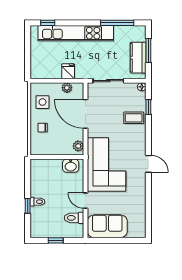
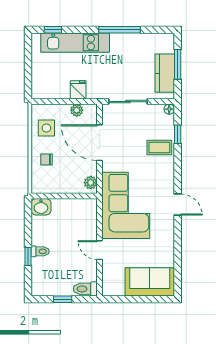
window: (117, 23) -> (119, 30), moved
kitchen unit: (76, 33) -> (75, 43), width x0.73
washbasin: (71, 166) -> (41, 207), moved
toilet: (74, 218) -> (85, 289), moved
sofa: (107, 226) -> (150, 282), moved

